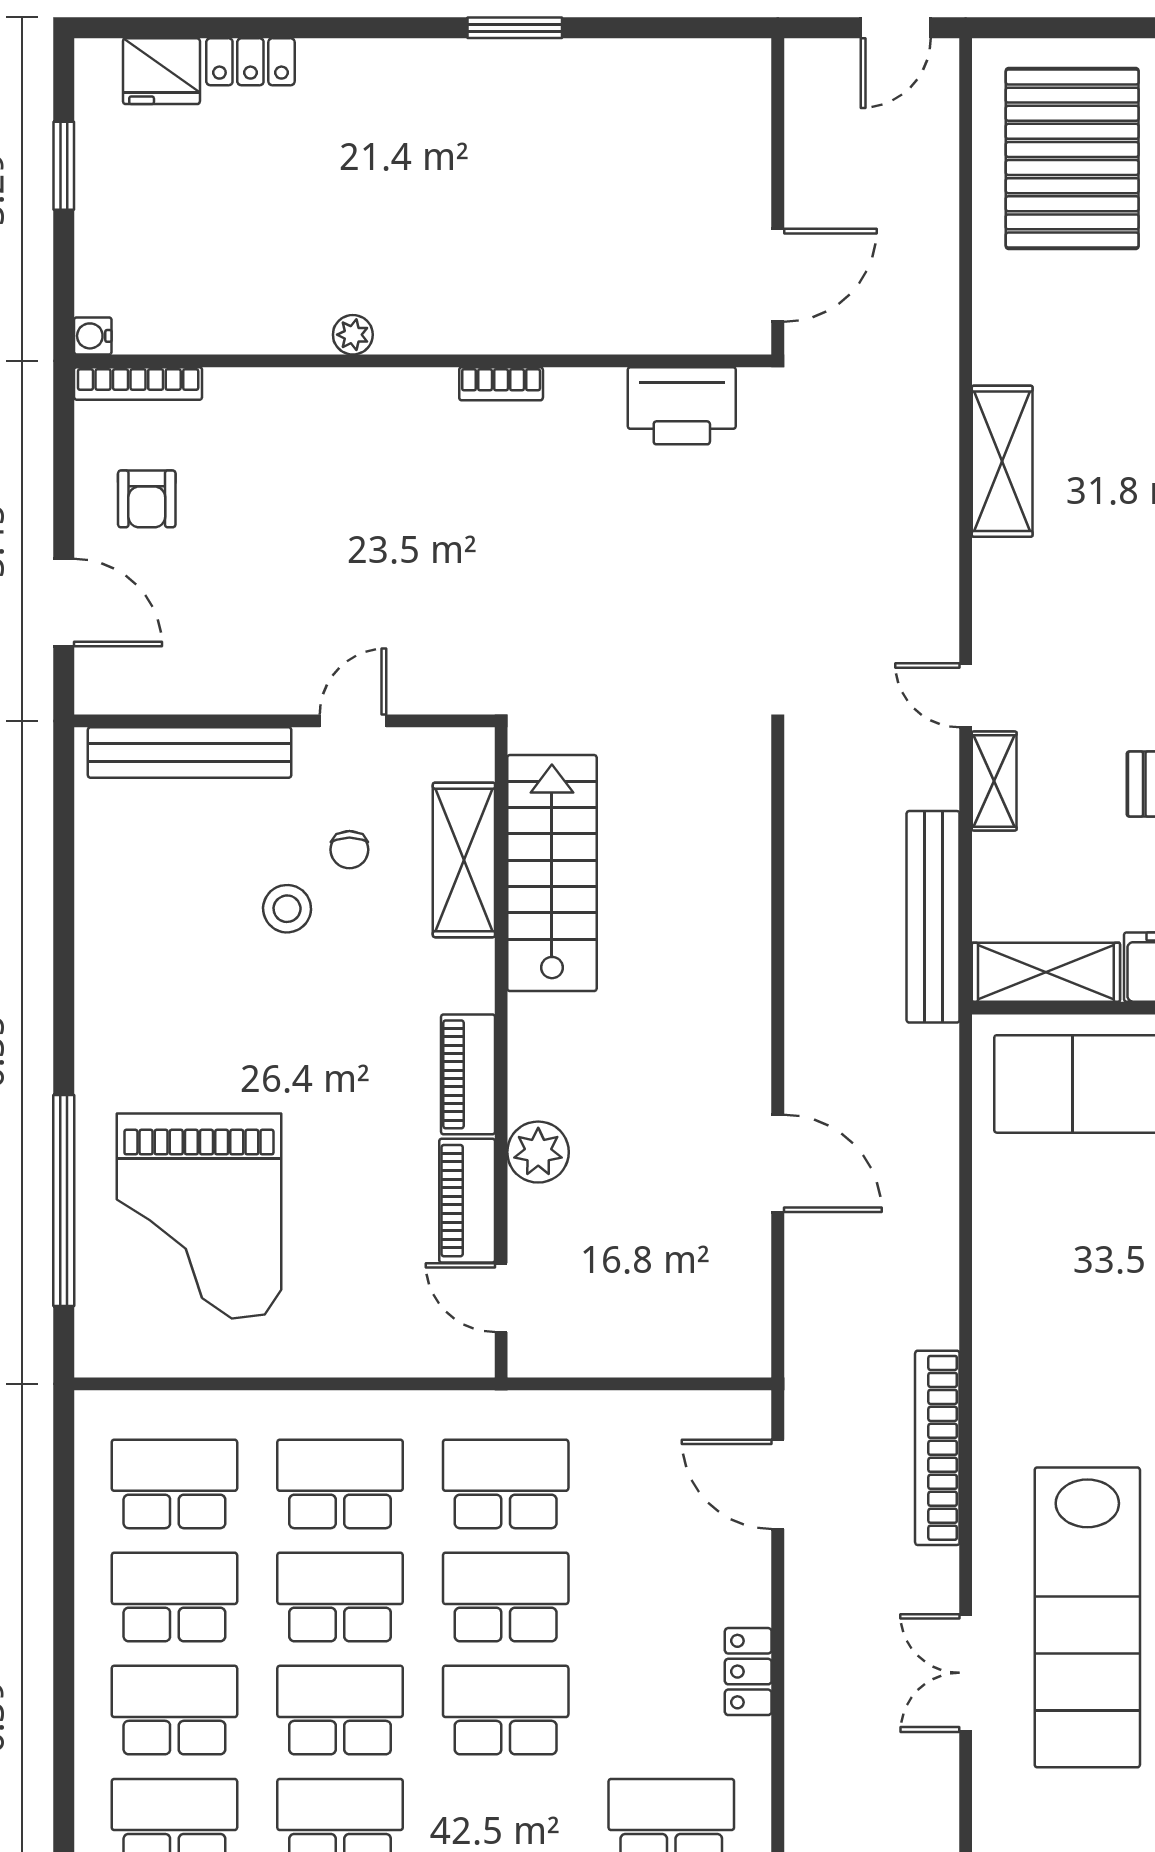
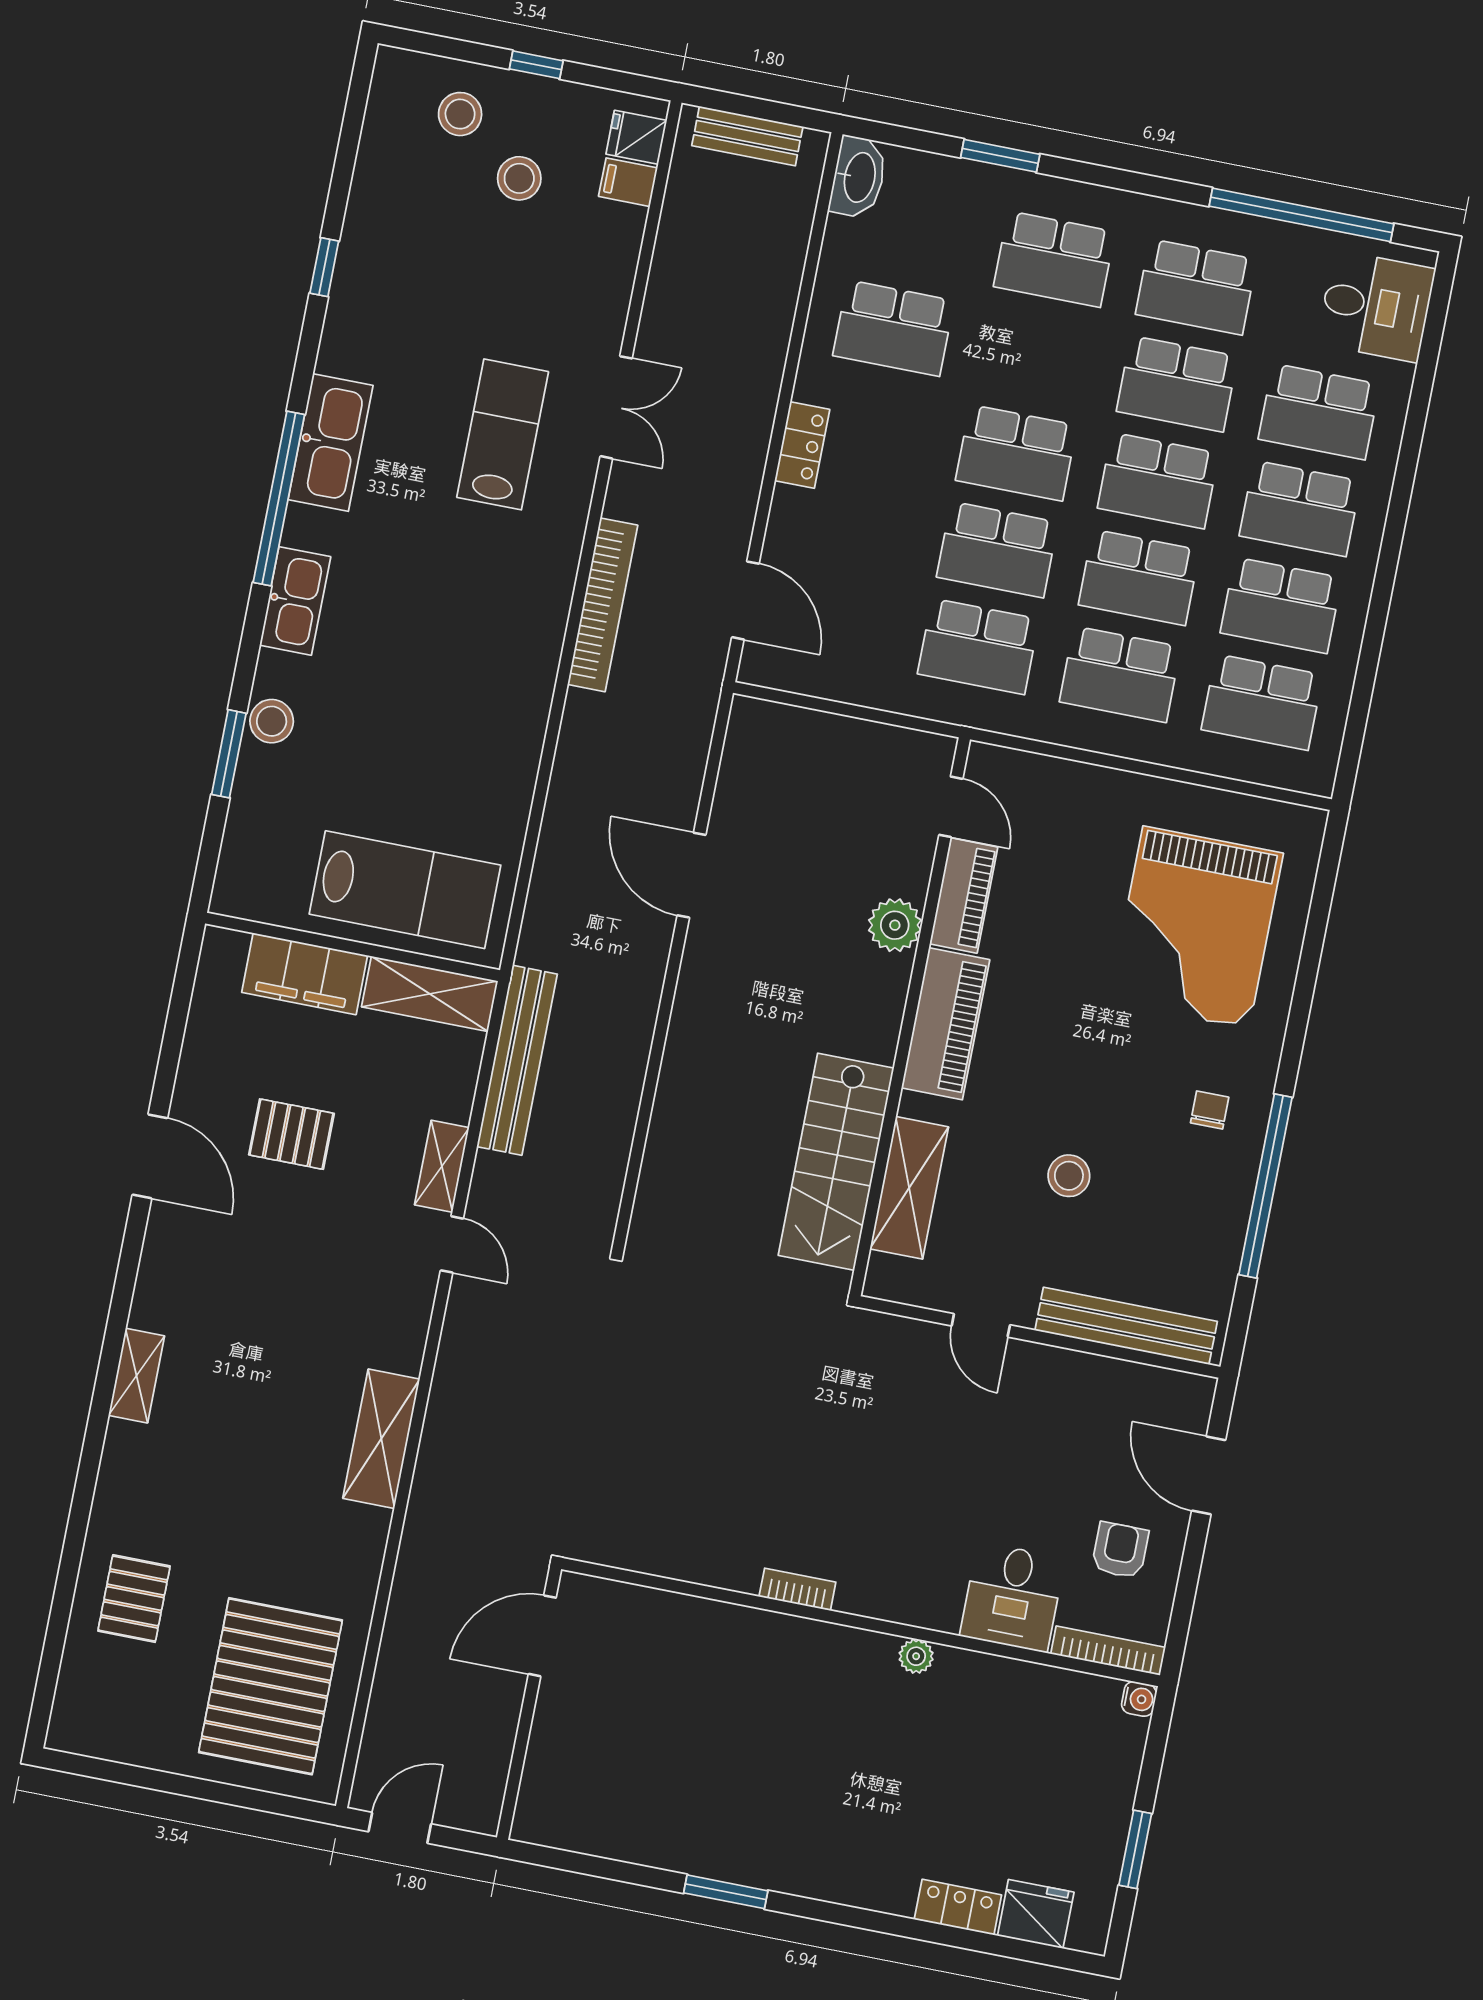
printer: (682, 406) -> (646, 1540), removed
desk: (258, 423) -> (1012, 1597), added
door: (353, 721) -> (981, 1325), hinge flipped
chair: (349, 850) -> (1210, 1110), moved
piano: (468, 1074) -> (946, 1024), width x1.37, depth x1.33
window: (64, 1201) -> (1265, 1186), moved
grand piano: (199, 1216) -> (1196, 927), turned 180
lab bench: (1087, 1617) -> (503, 434), width x0.54, depth x0.72

